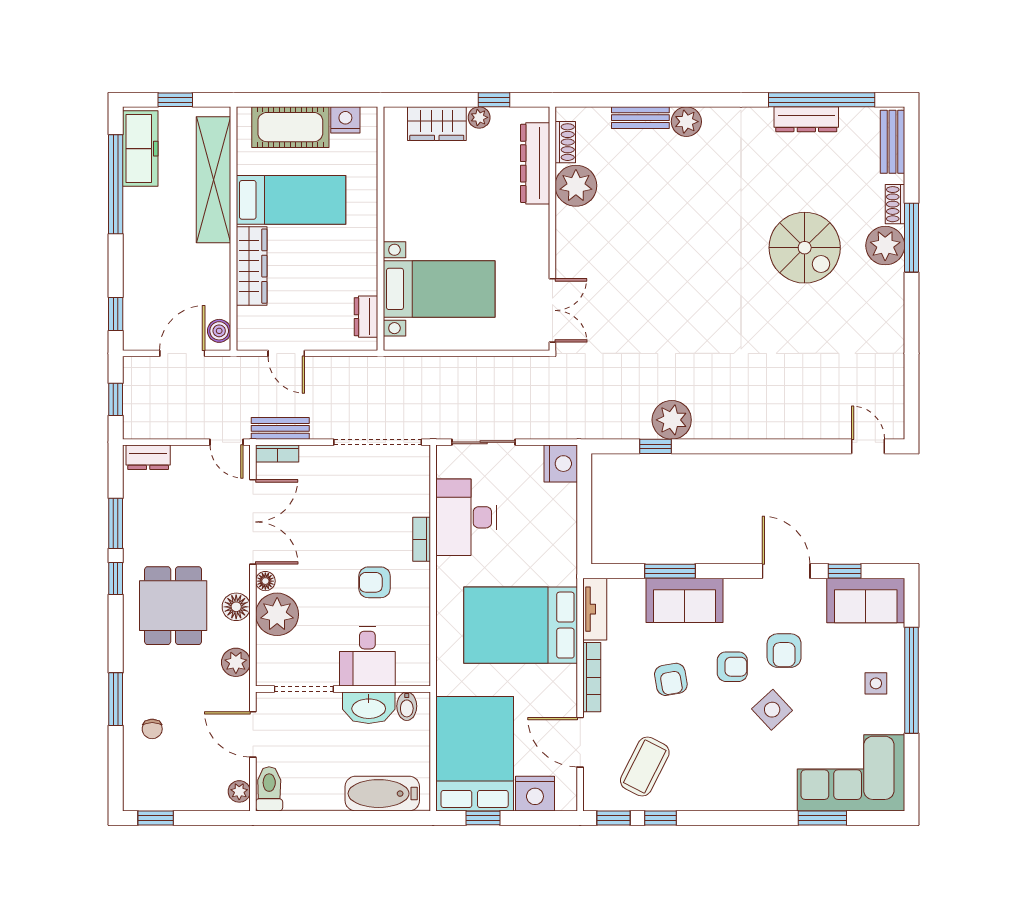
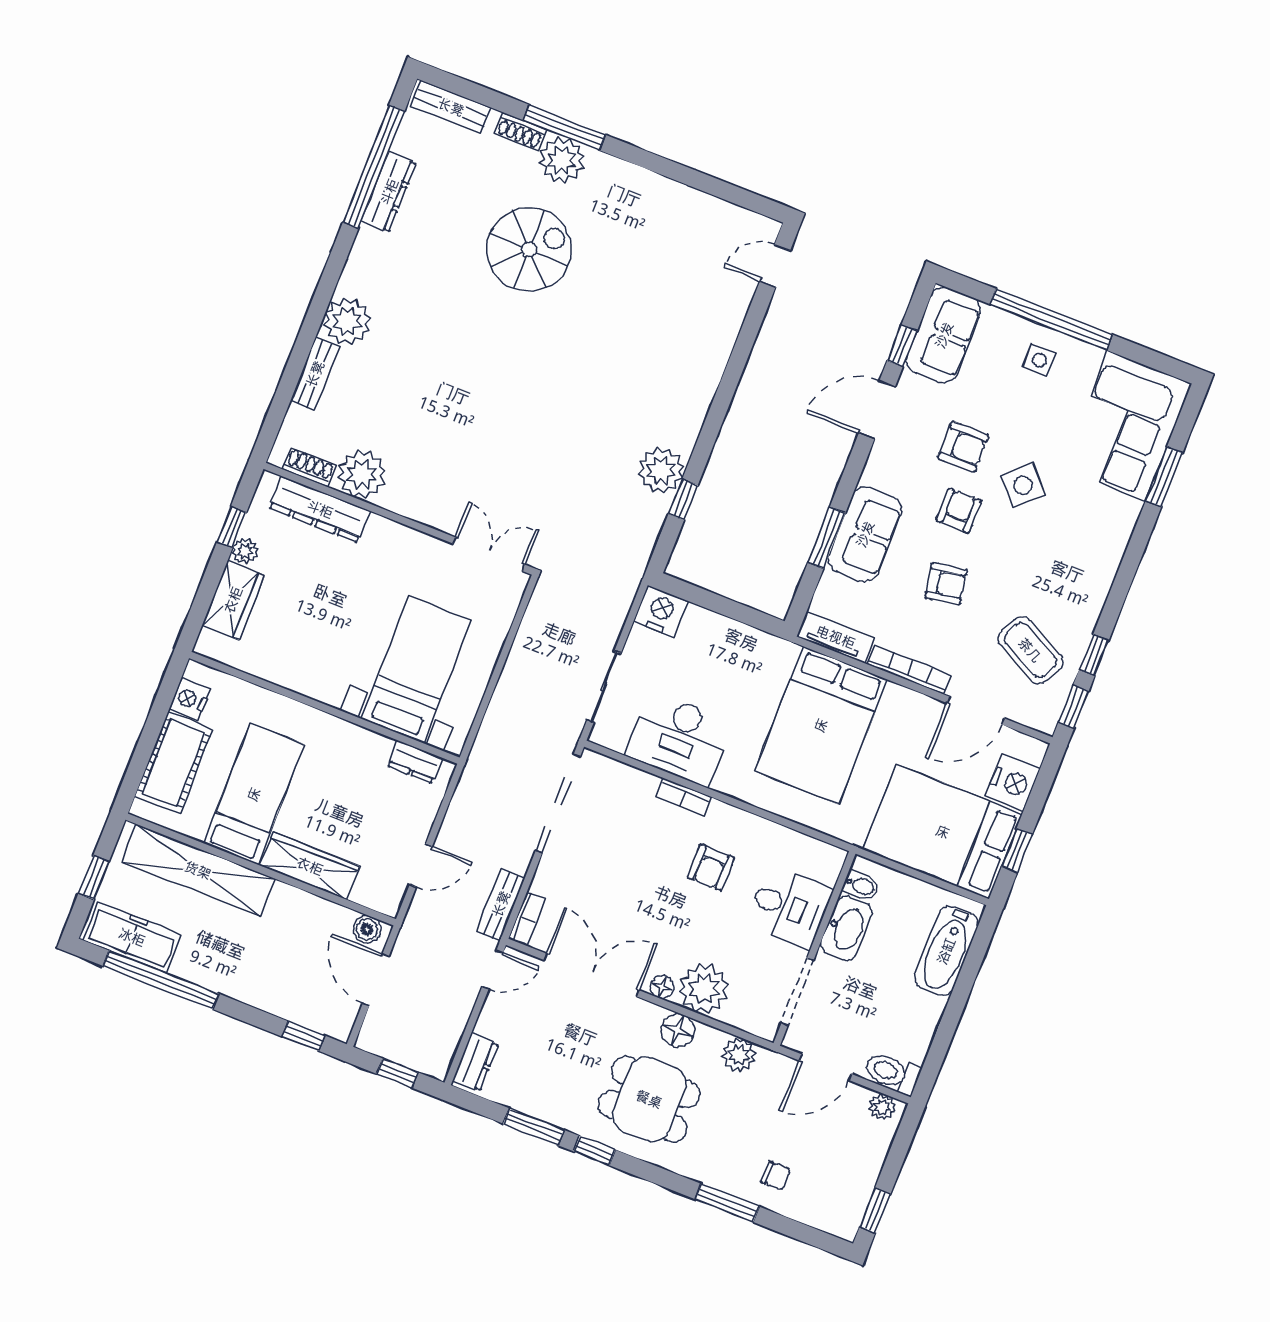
plant: (686, 122) -> (348, 321), width x1.36, depth x1.36

